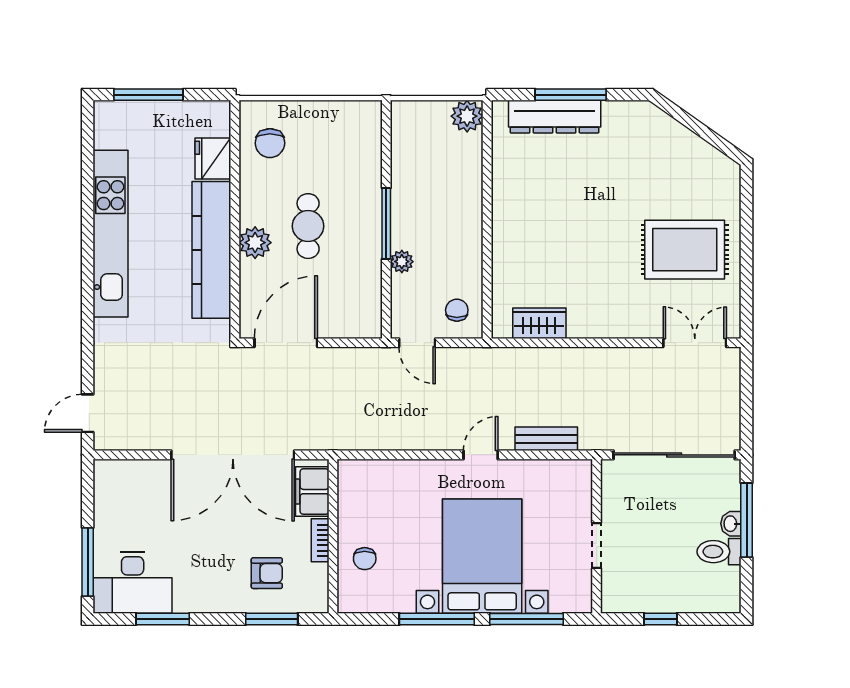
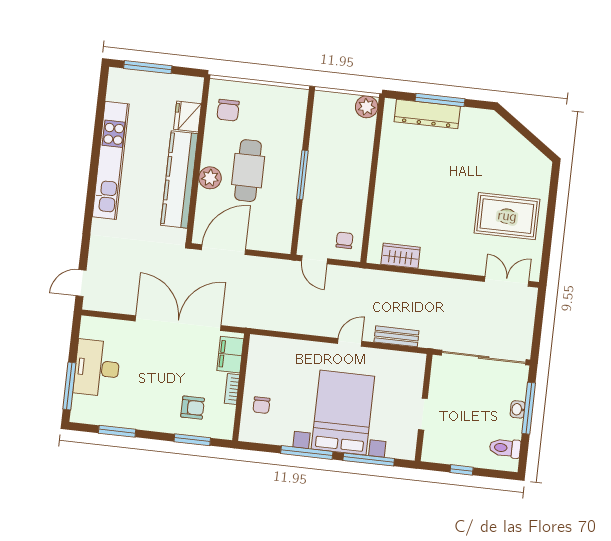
cafe table: (308, 226) -> (248, 171), width x1.37, depth x1.35
plant: (402, 262) -> (310, 202), removed
double door: (233, 455) -> (178, 323), swing flipped
toilet: (719, 552) -> (505, 448), moved
desk: (133, 582) -> (97, 368), moved, turned 90

